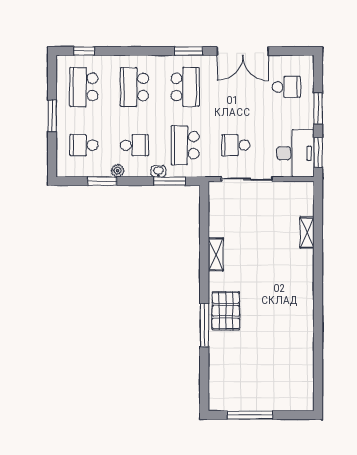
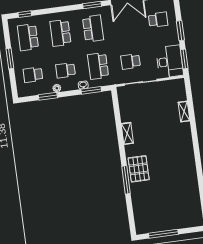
school desk: (134, 145) -> (66, 70), turned 180

